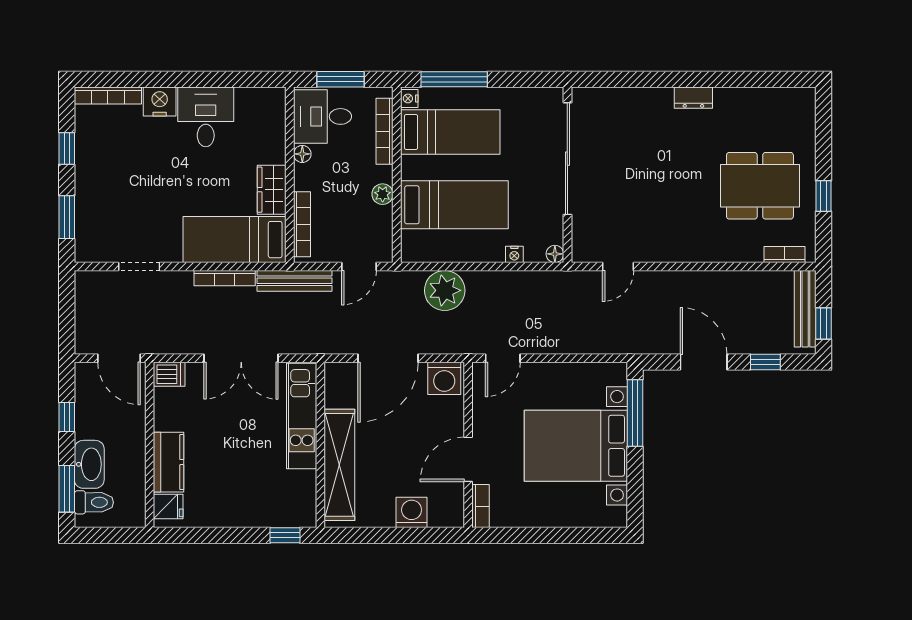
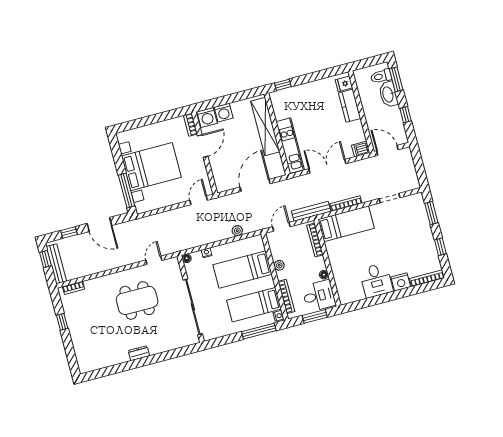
dining table: (760, 186) -> (137, 300), moved
wardrobe: (272, 190) -> (334, 253), removed
plant: (445, 290) -> (237, 231), width x0.53, depth x0.53
washing machine: (444, 378) -> (207, 117), moved, turned 180

